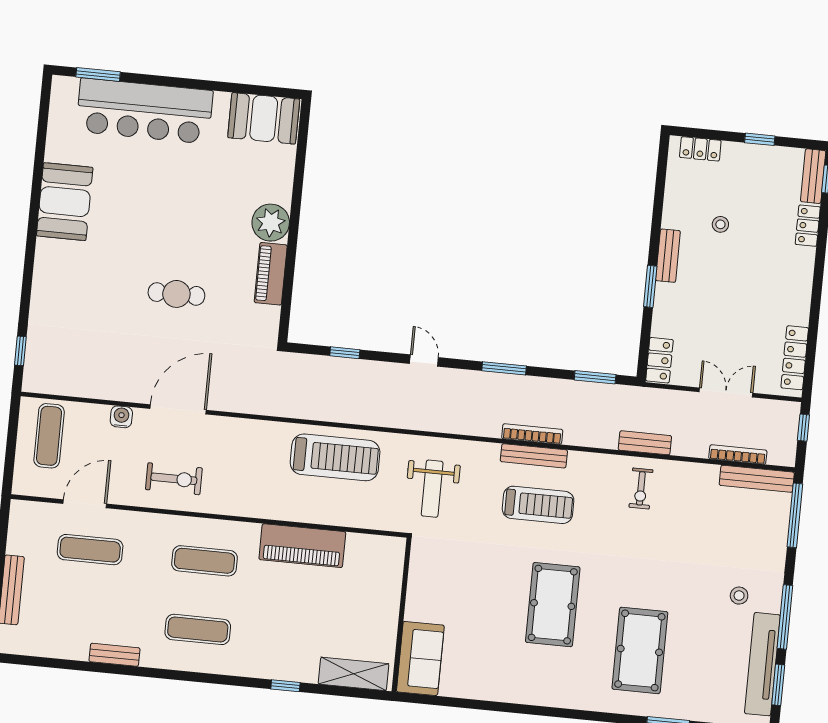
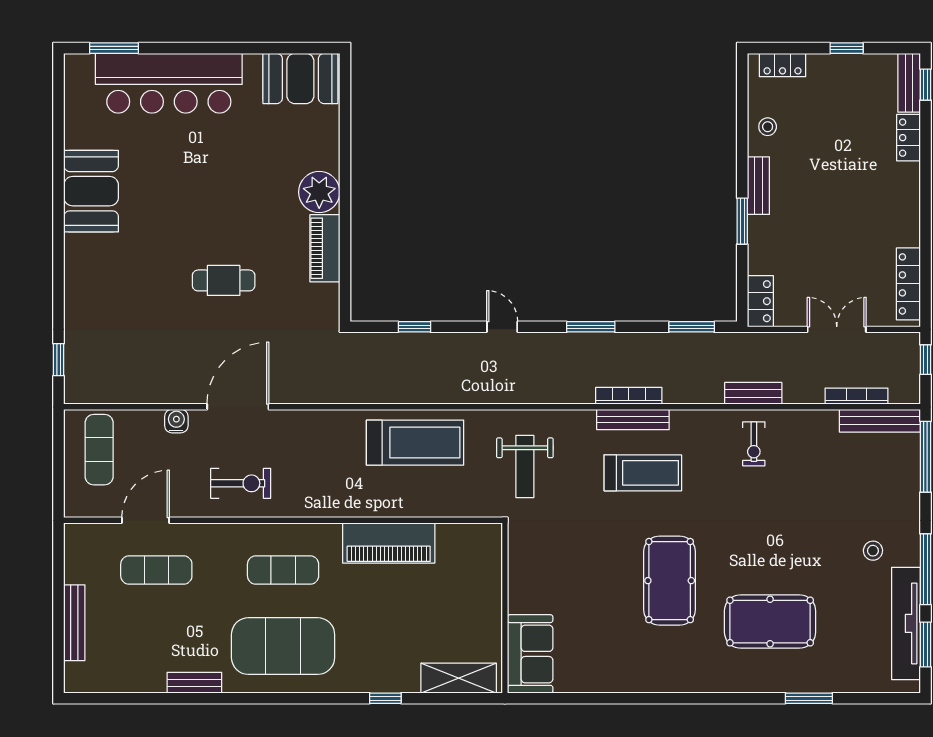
stool: (720, 224) -> (768, 127), moved
exercise mat: (198, 629) -> (283, 646), width x2.00, depth x1.45
pool table: (640, 650) -> (770, 622), turned 90

